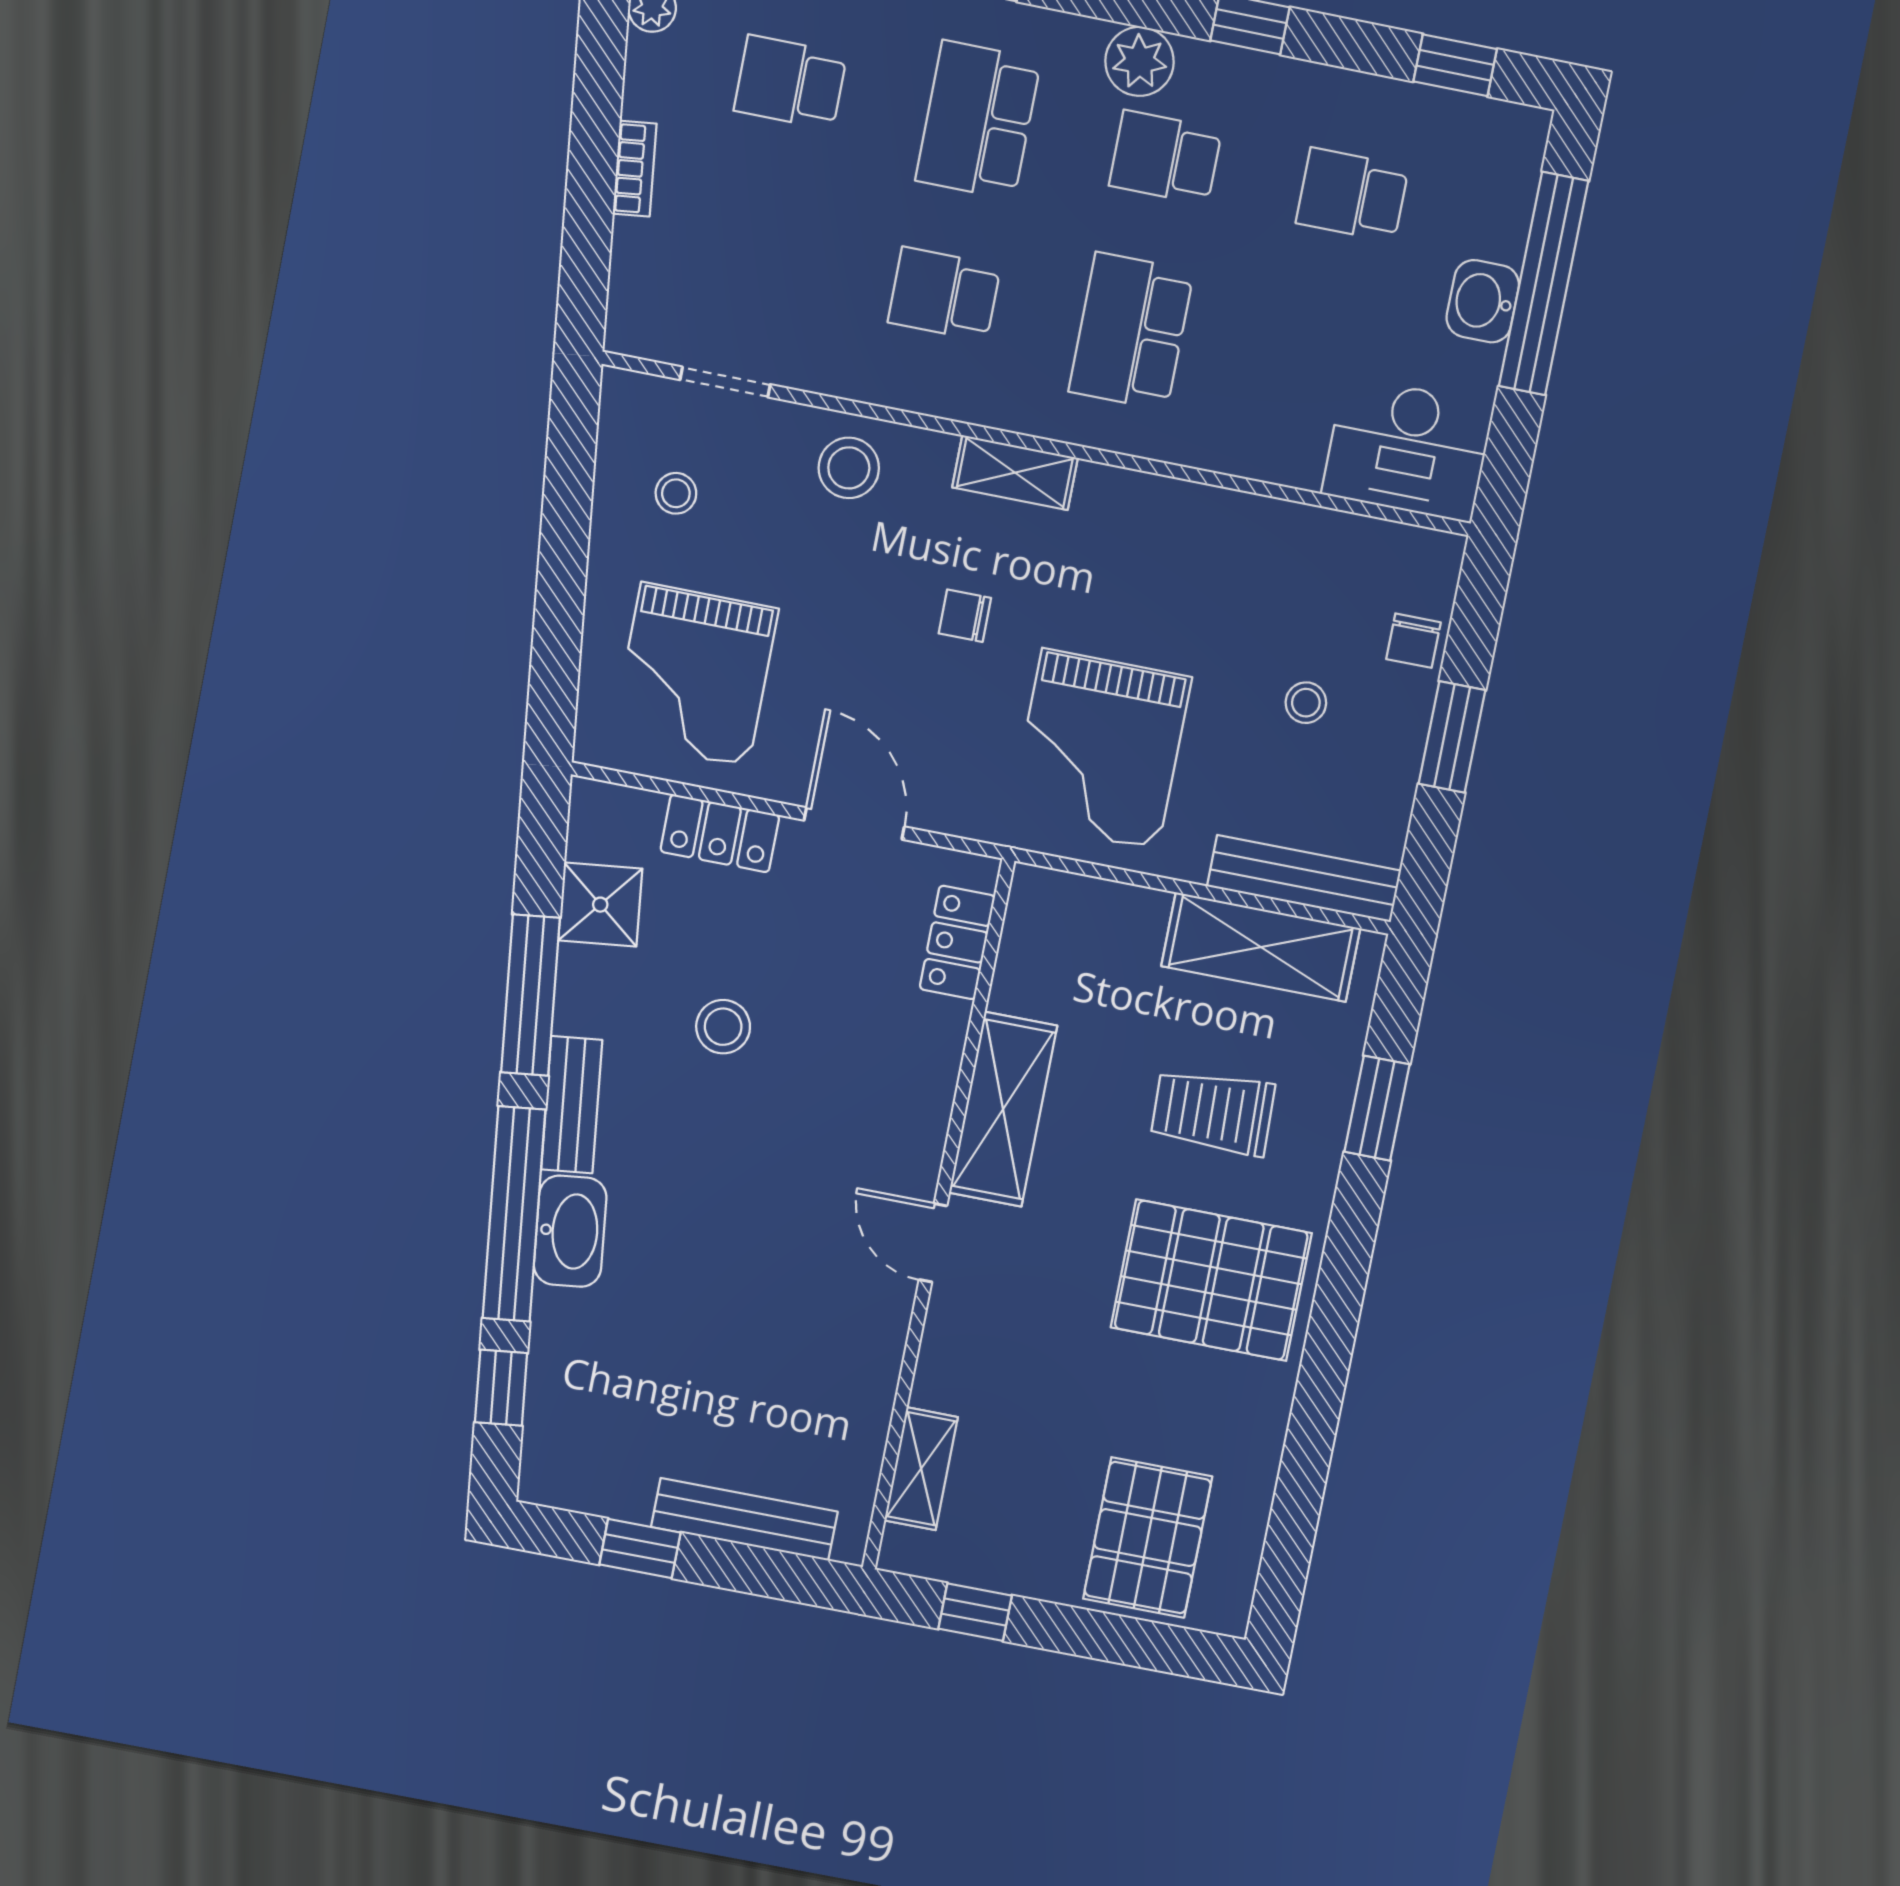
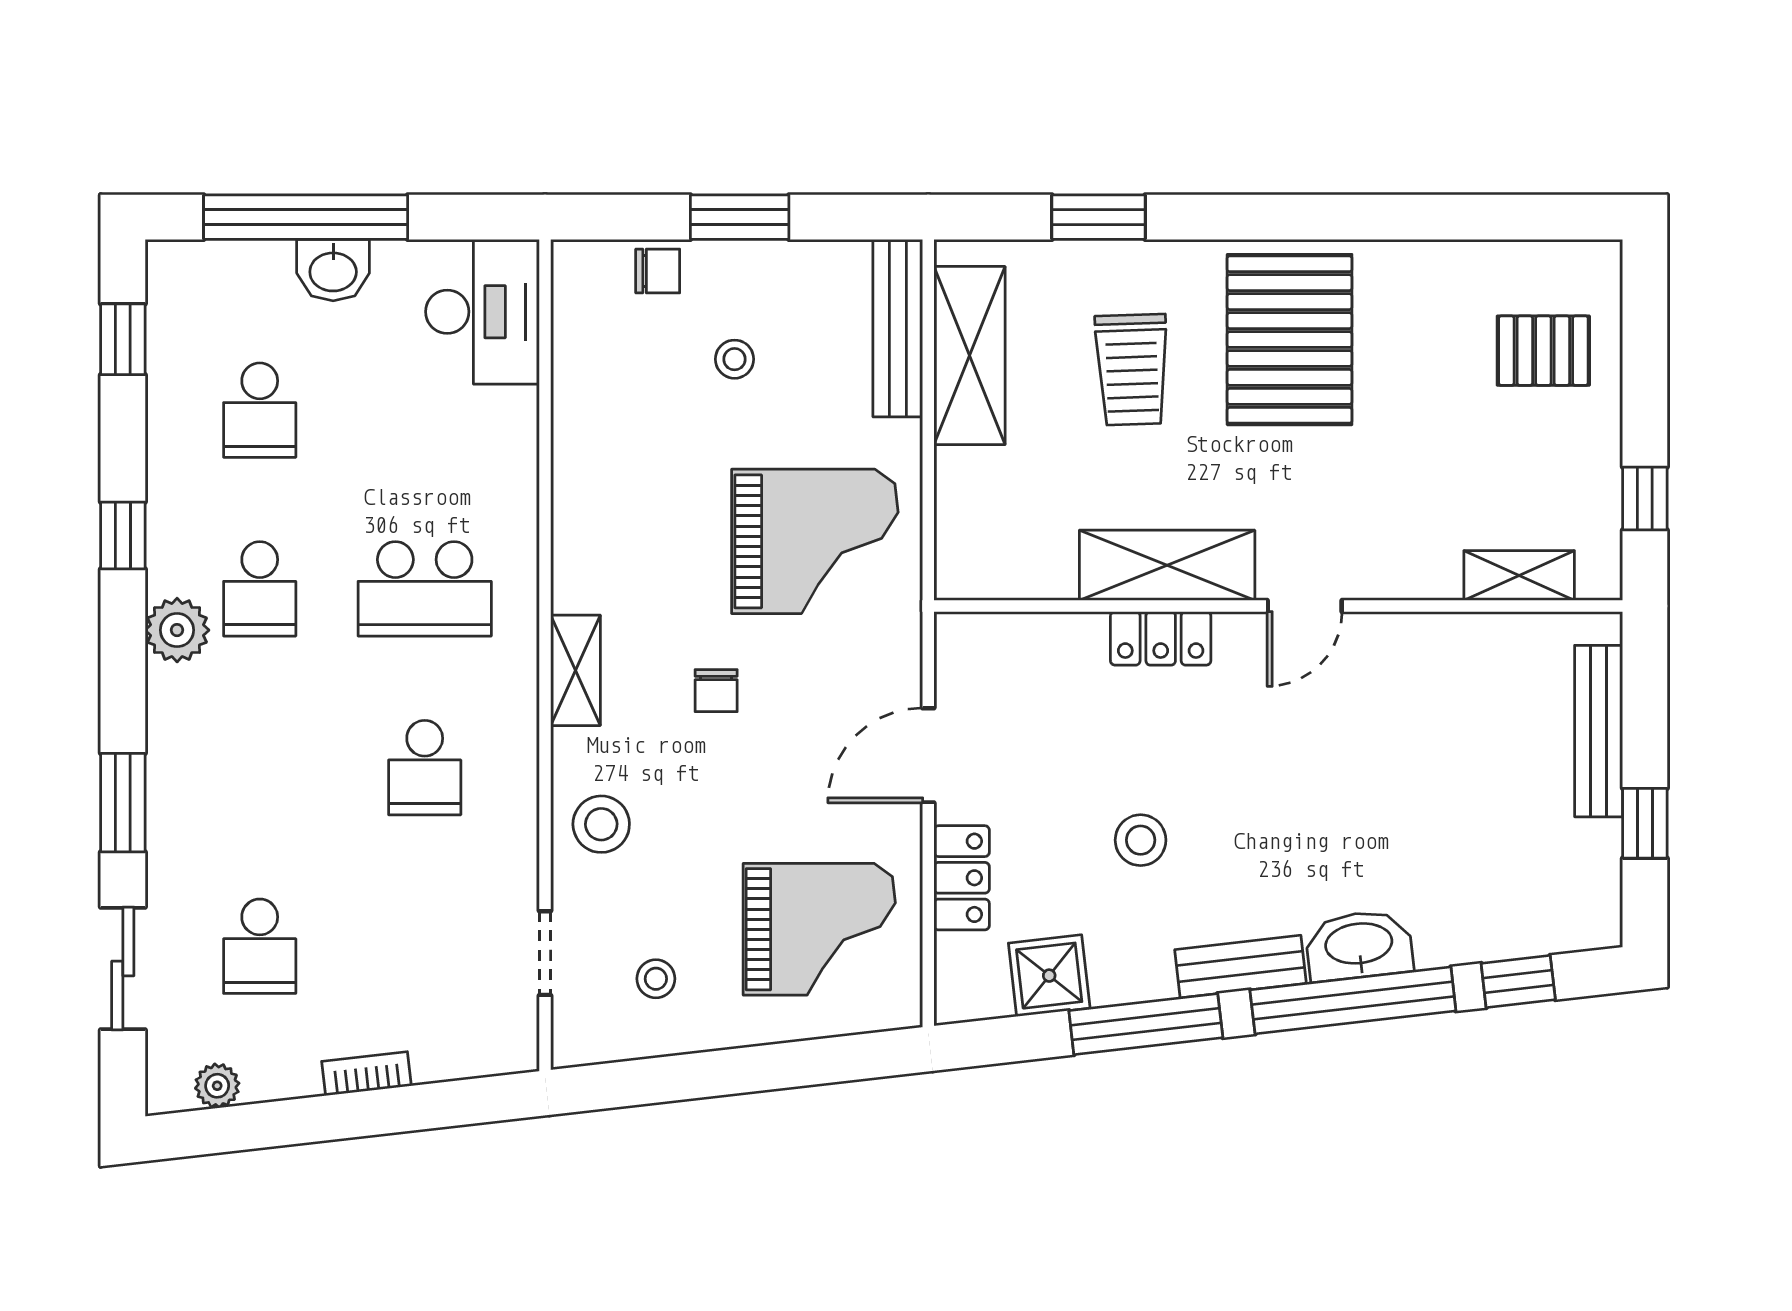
school desk: (978, 120) -> (260, 768), removed
locker: (957, 942) -> (1161, 638), moved
pallet: (1148, 1538) -> (1543, 351), width x0.67, depth x0.71

